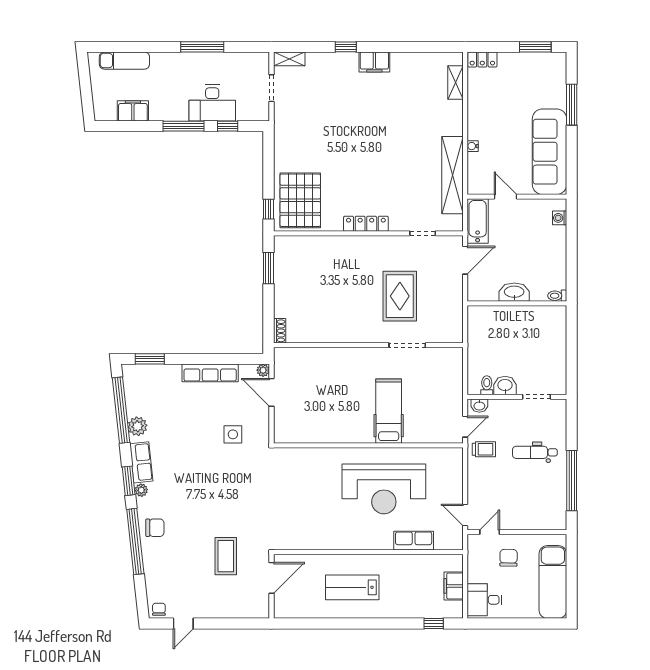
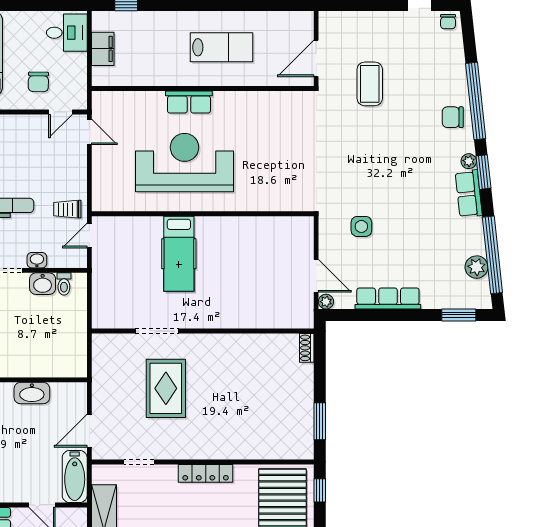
washbasin: (479, 406) -> (37, 260), moved
plant: (138, 426) -> (476, 267), moved
row of seats: (414, 541) -> (189, 102), moved

